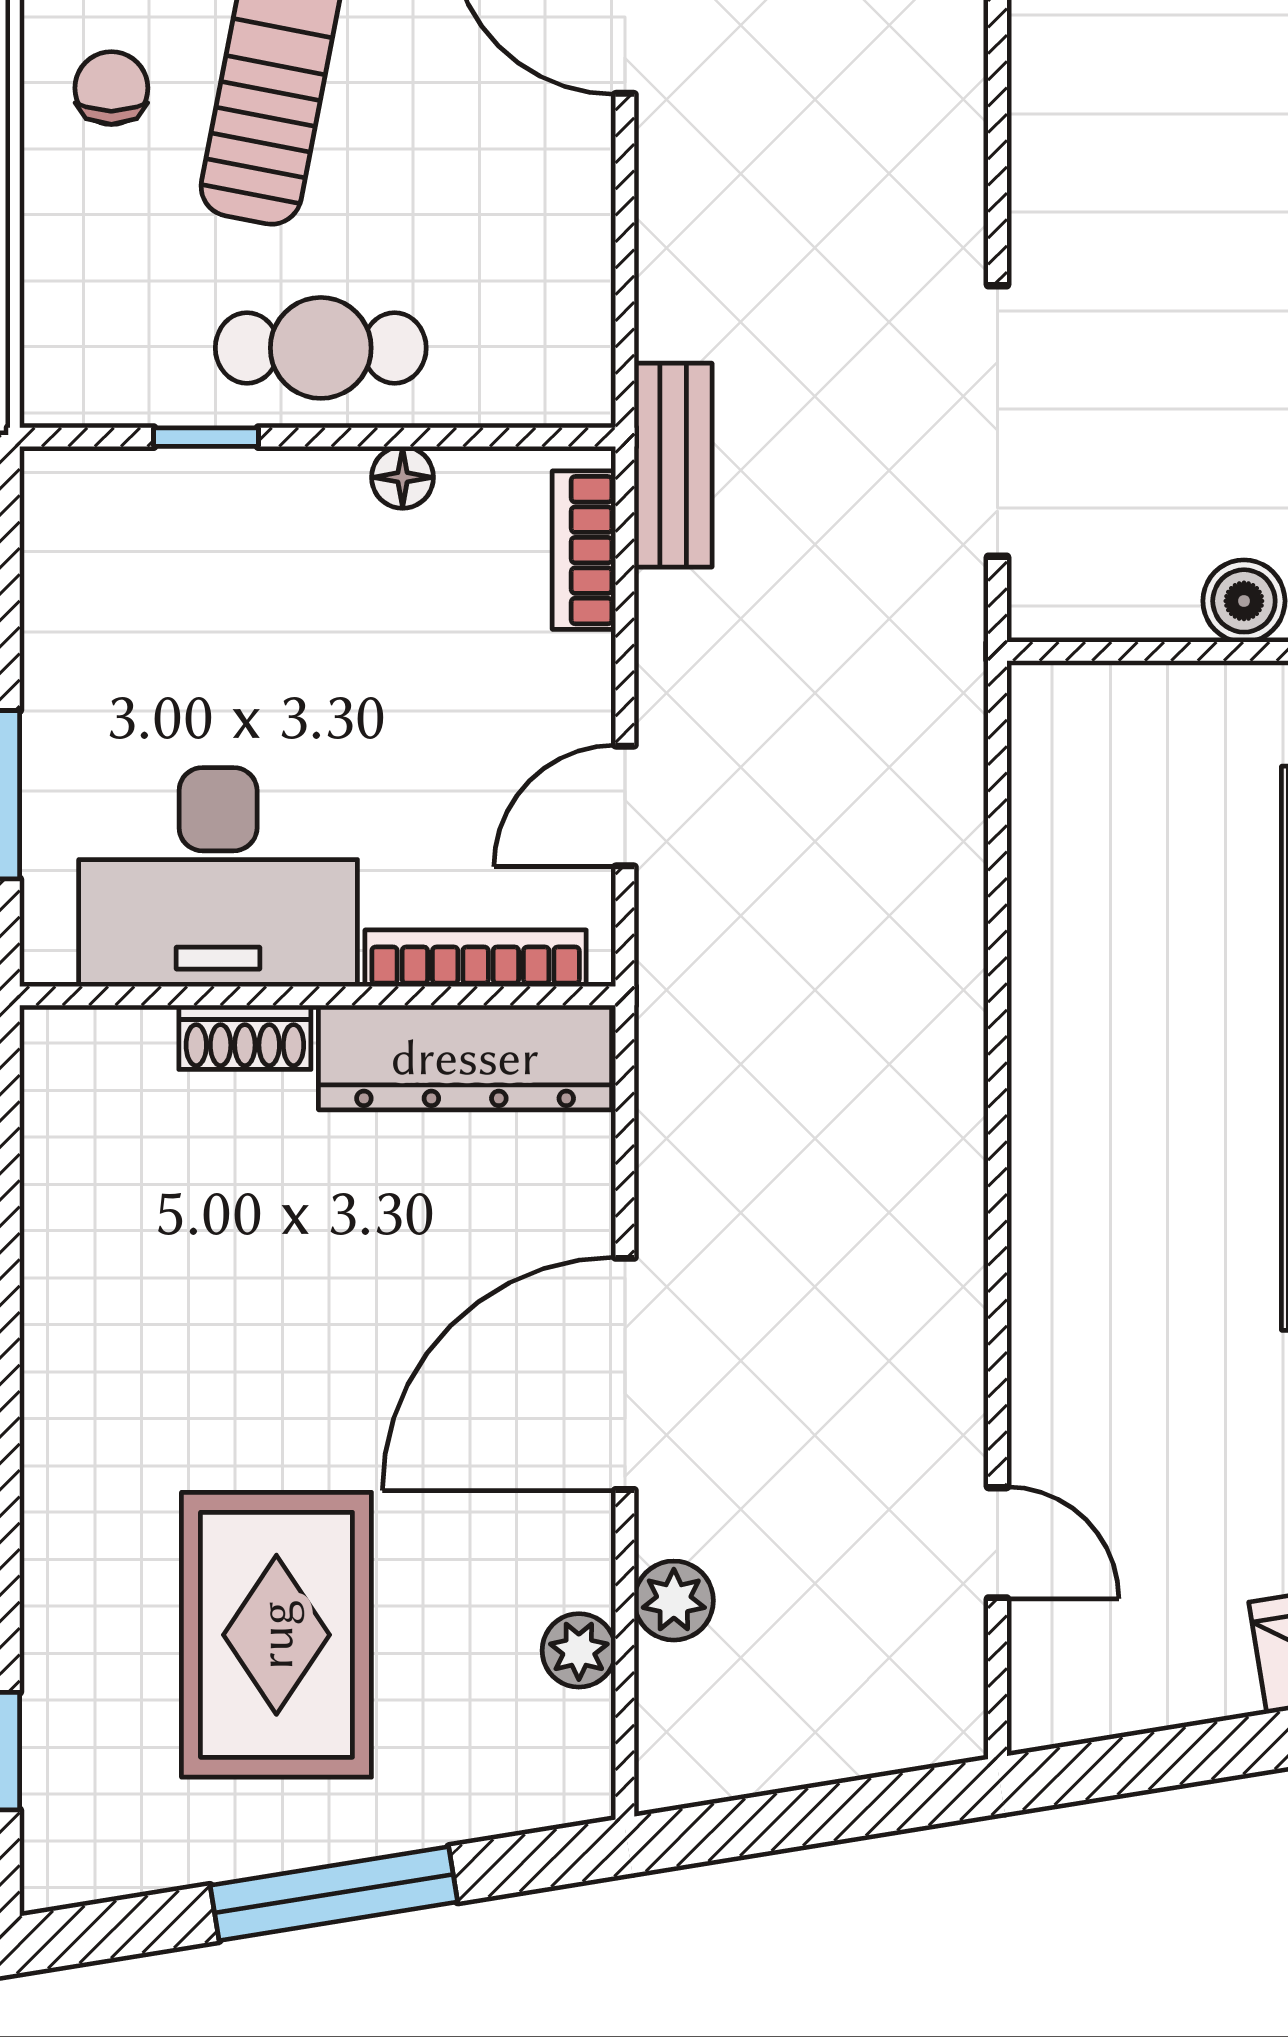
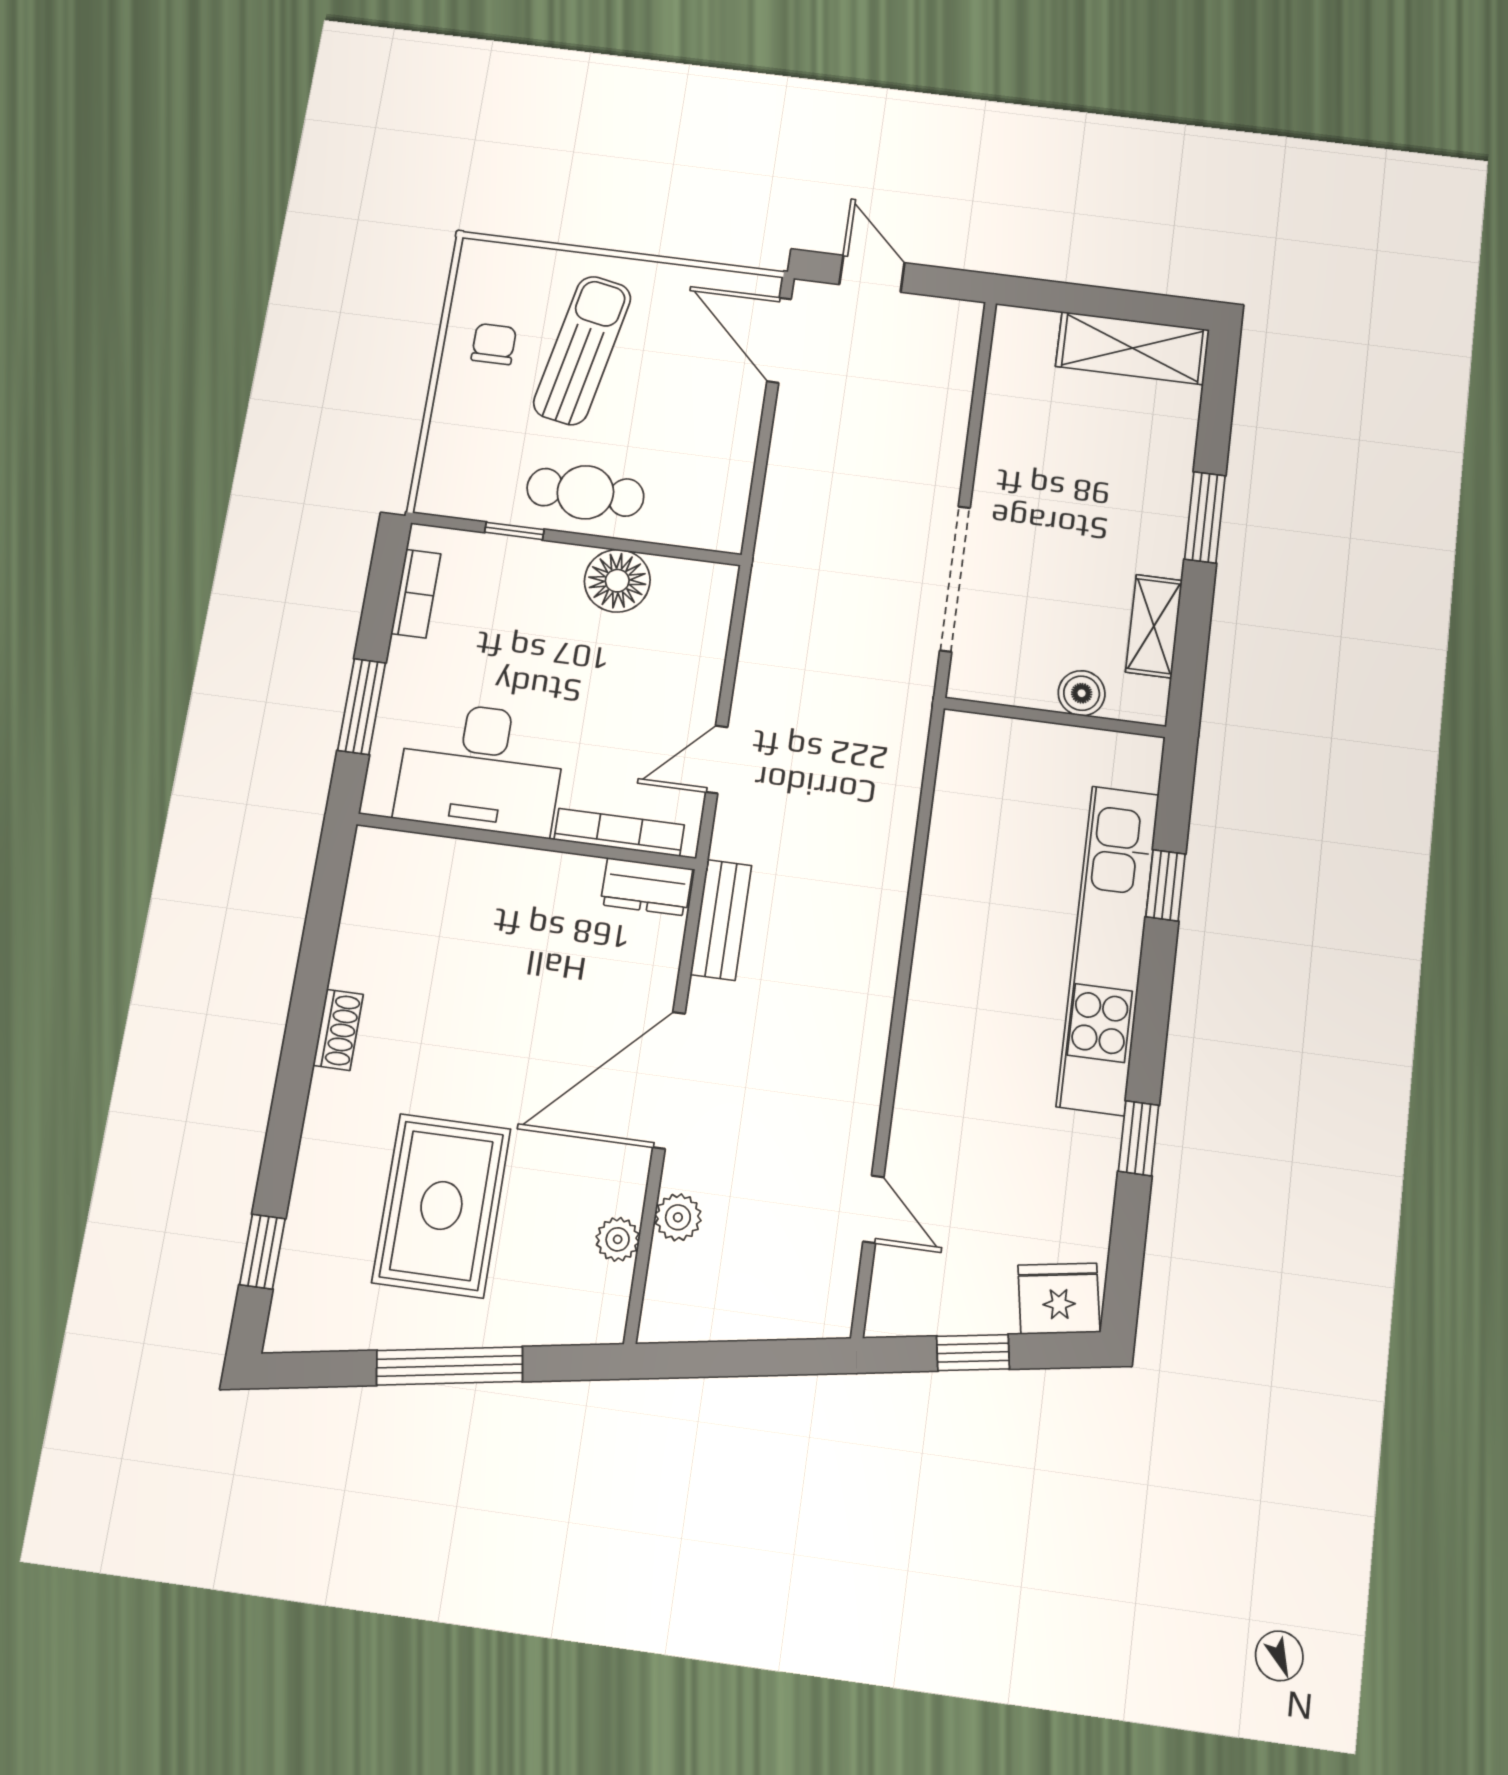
bench: (673, 465) -> (721, 920), moved
floor lamp: (403, 477) -> (617, 581), width x1.89, depth x1.89
bookcase: (584, 550) -> (416, 594), moved, turned 180
shoe rack: (245, 1037) -> (338, 1030), moved, turned -90
dresser: (465, 1058) -> (647, 887), width x0.51, depth x0.80
window: (1192, 1754) -> (973, 1353), added

